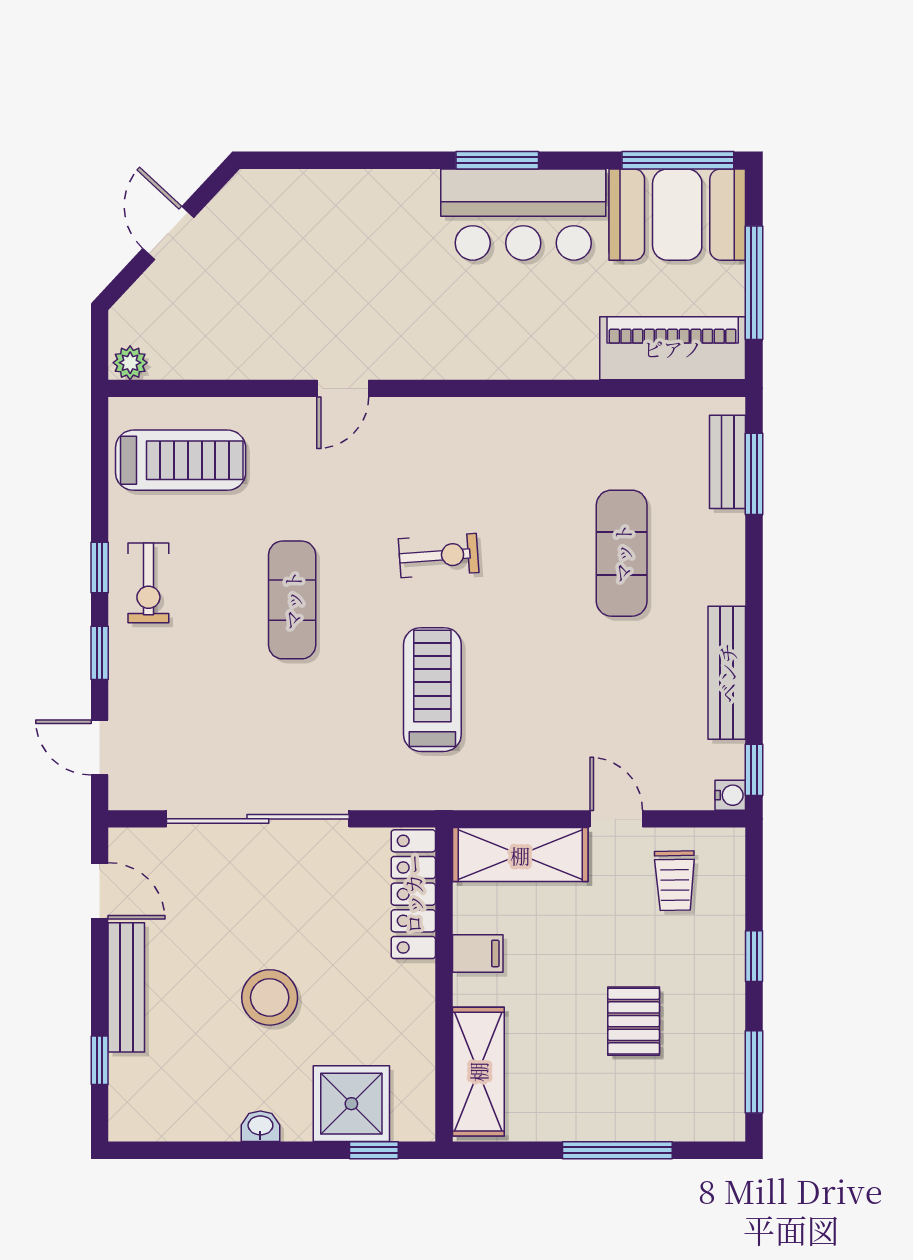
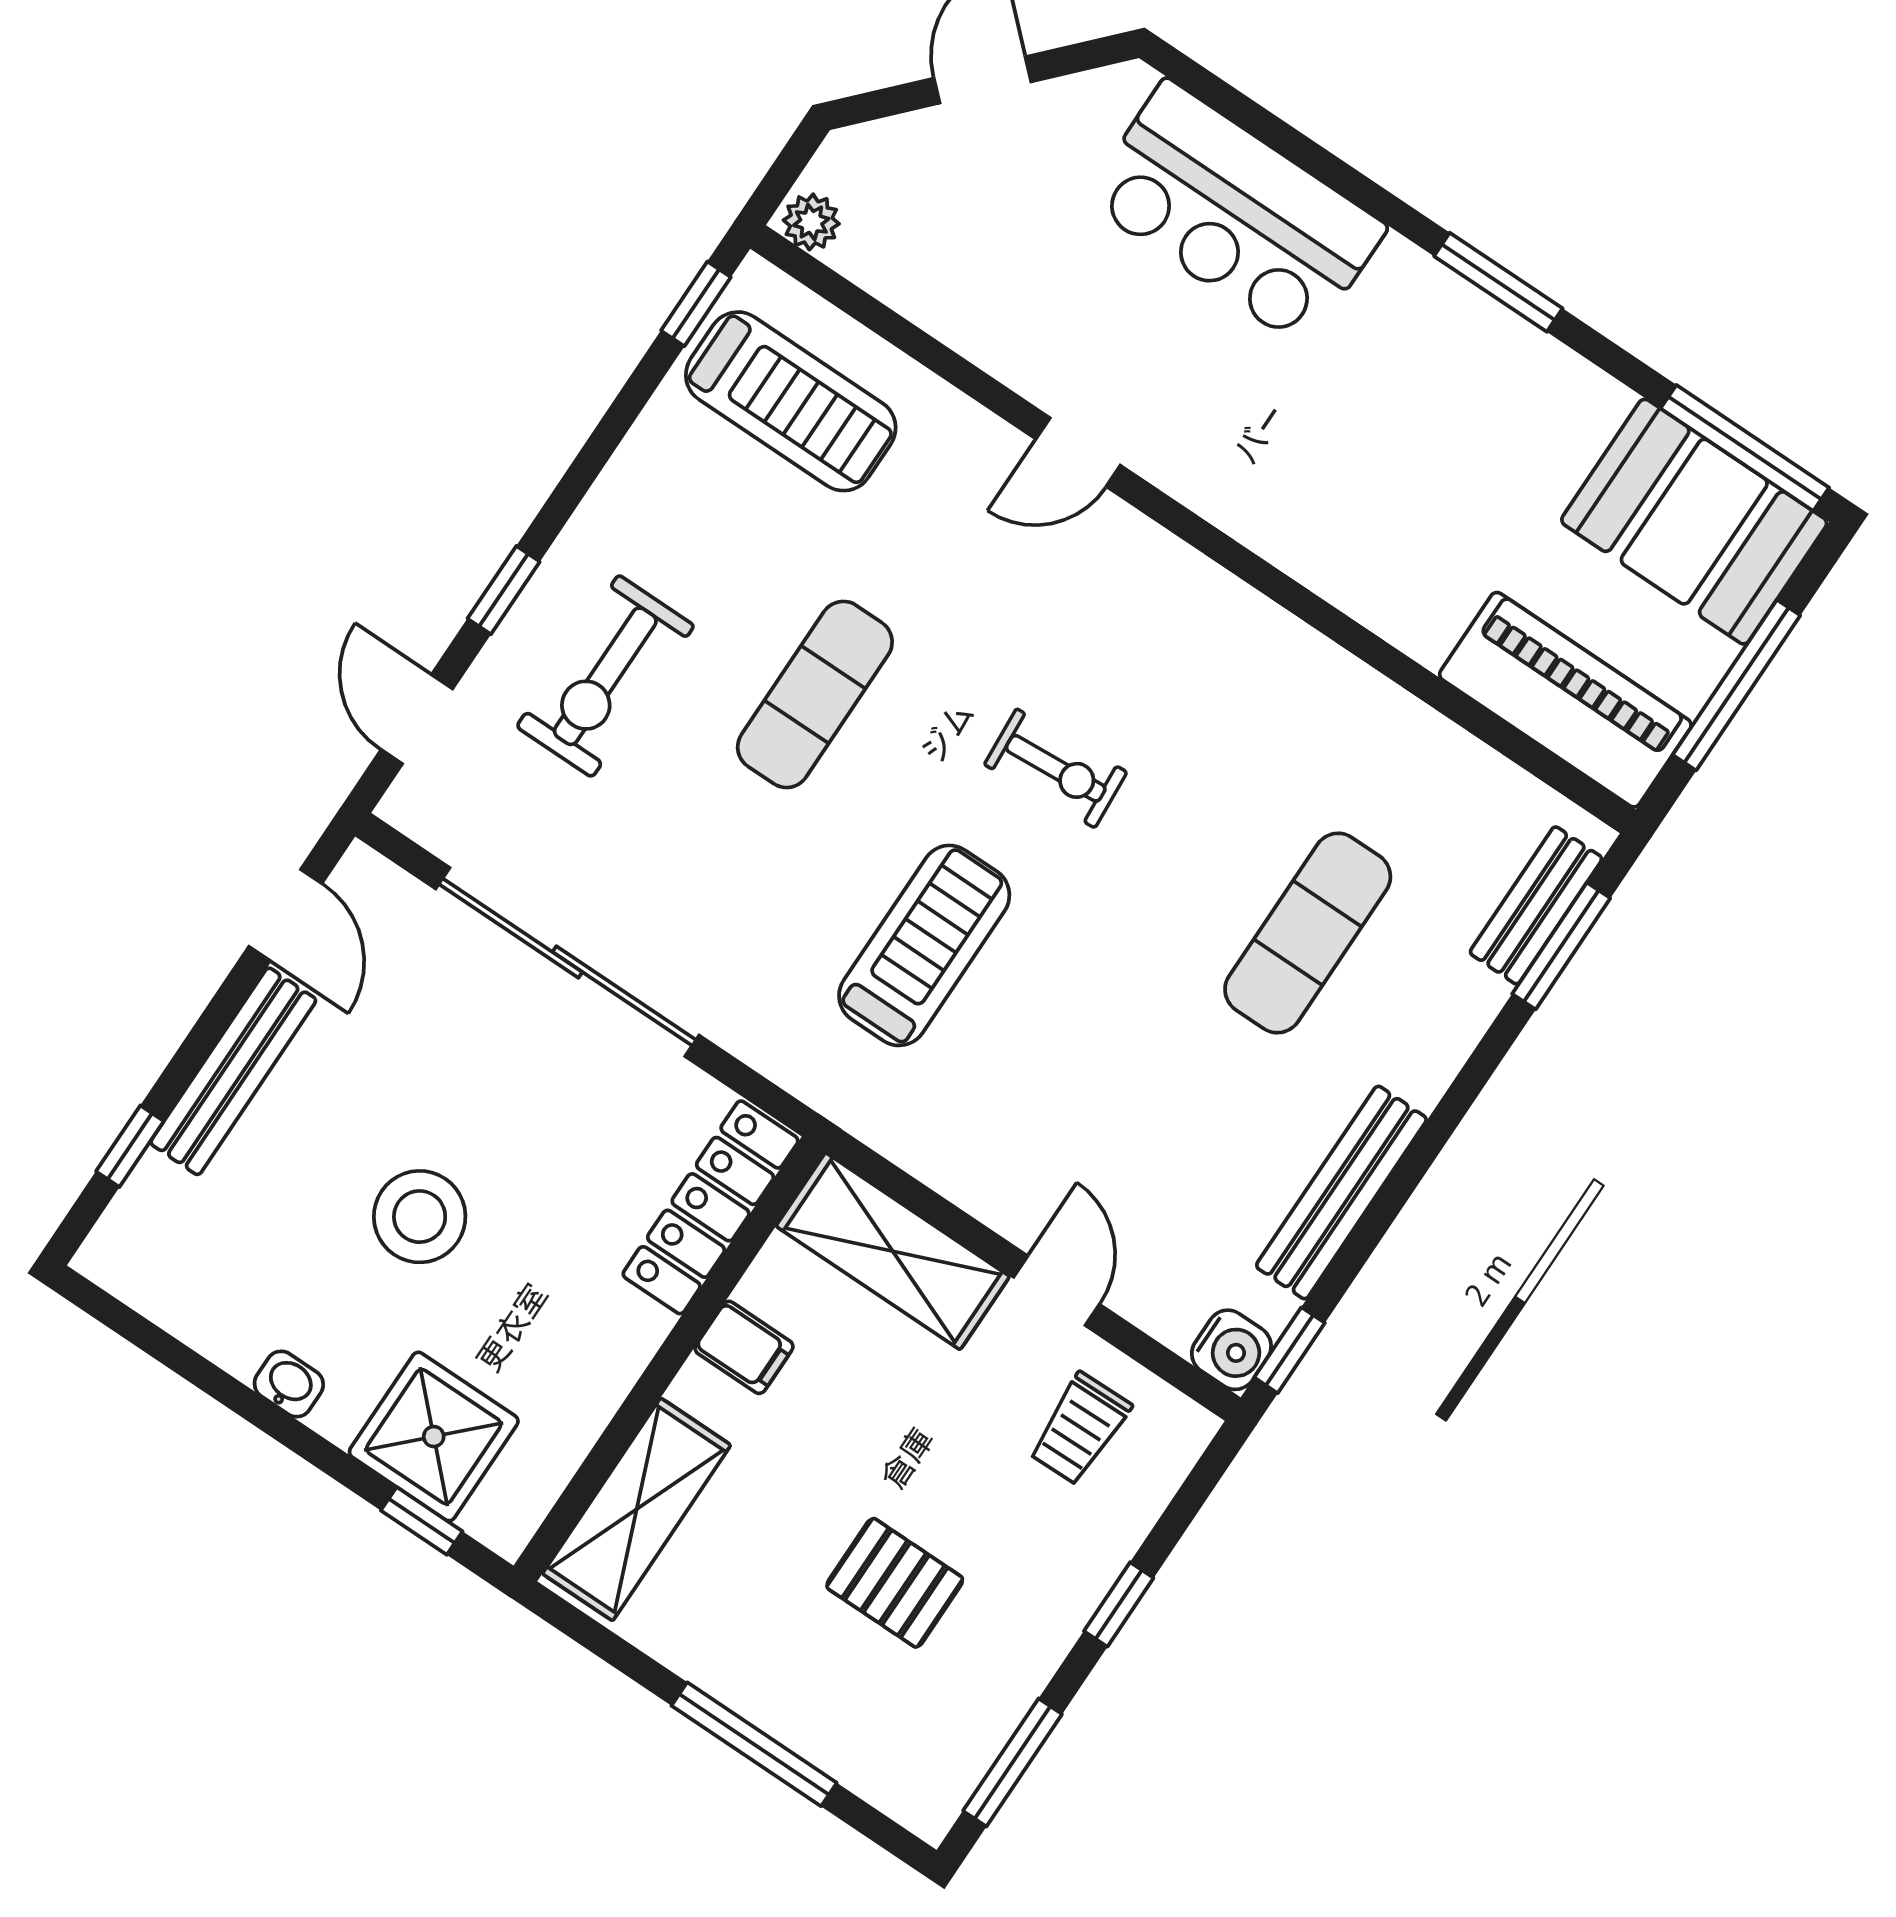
bar counter: (523, 215) -> (1236, 213), moved
window: (100, 568) -> (696, 304), moved
exercise bike: (148, 583) -> (605, 676), moved, width x1.38, depth x1.39
water cooler: (730, 795) -> (1231, 1350), width x1.38, depth x1.38
pallet: (634, 1021) -> (895, 1583), turned 90

